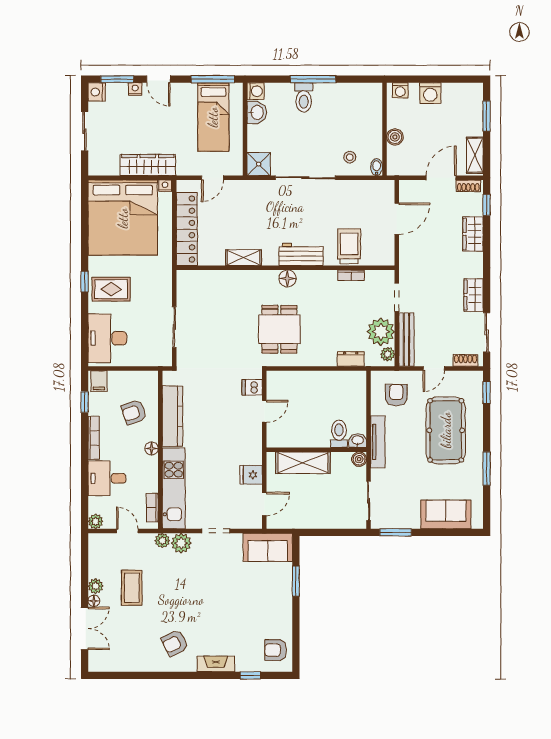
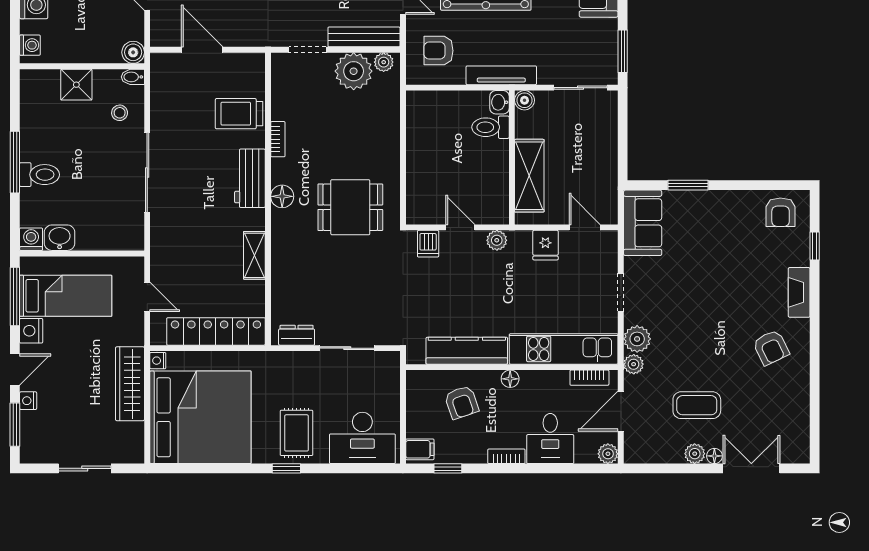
nightstand: (97, 92) -> (31, 331), moved, turned 90
boiler: (395, 137) -> (133, 52), moved
shower: (259, 164) -> (76, 85), moved
bookcase: (351, 275) -> (278, 139), moved
dresser: (351, 359) -> (297, 335), moved, turned 90
bookcase: (94, 438) -> (506, 456), width x0.64
plant: (255, 438) -> (497, 240), added
door: (127, 531) -> (621, 411), width x1.38

